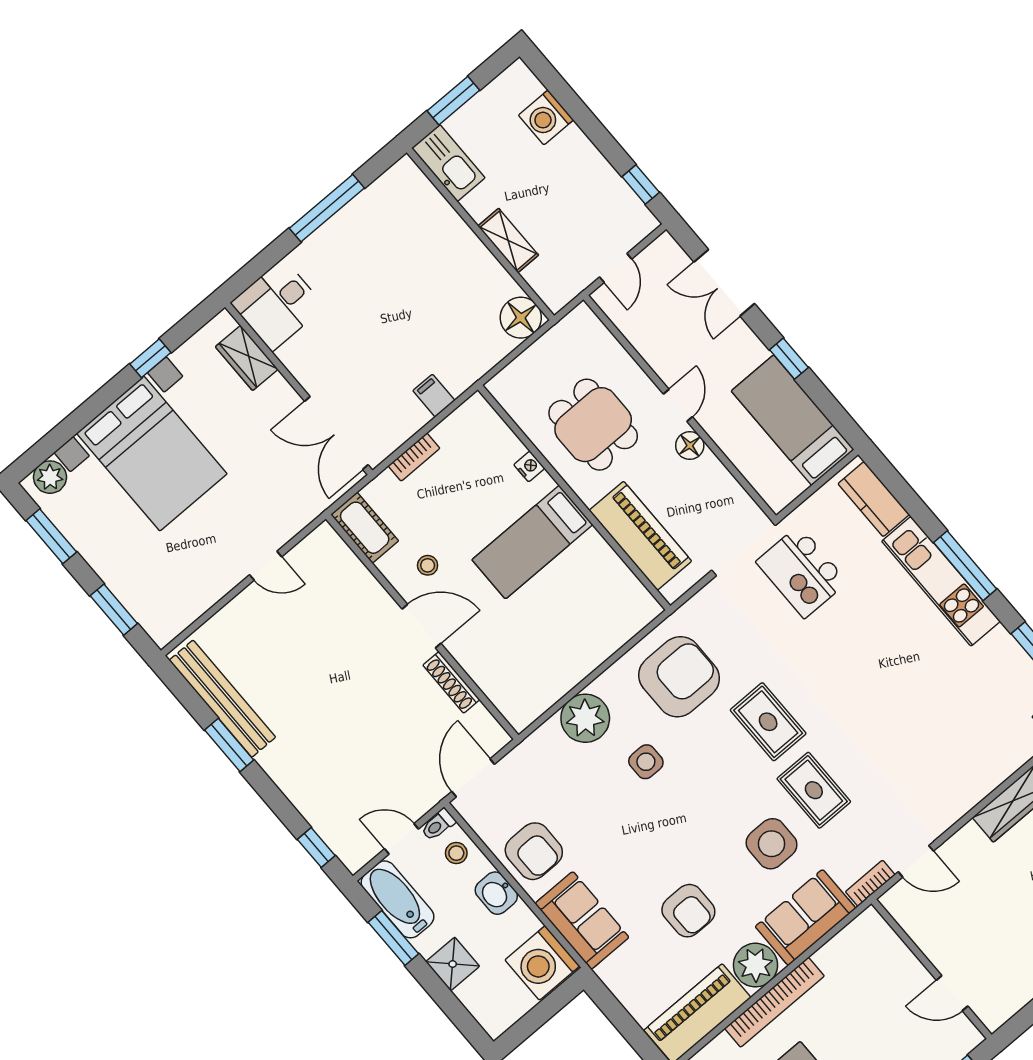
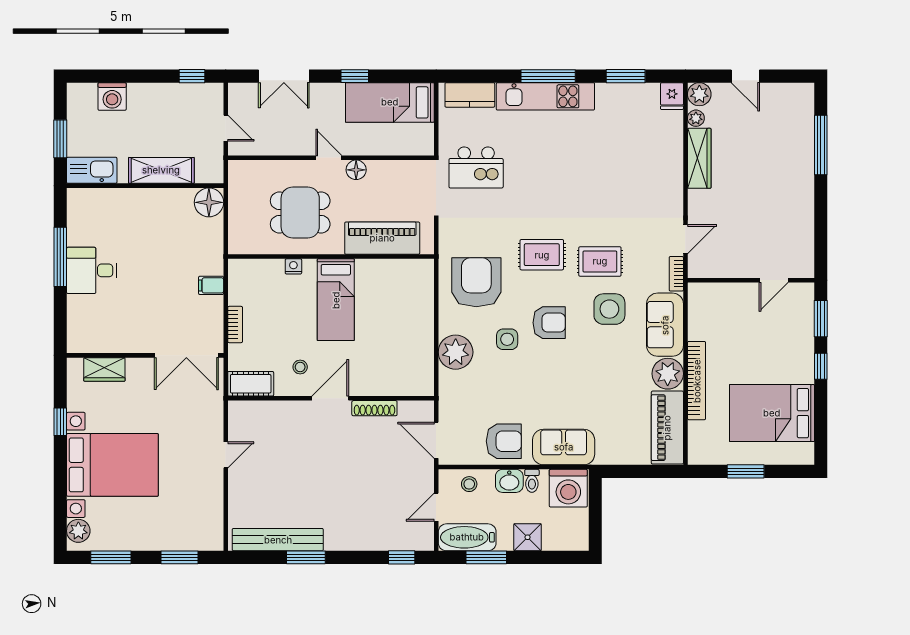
shelving: (508, 241) -> (161, 170), width x1.50, depth x1.33
desk: (278, 305) -> (92, 270), moved, turned 90
toilet: (438, 825) -> (532, 481), moved
armchair: (688, 911) -> (549, 323), moved

